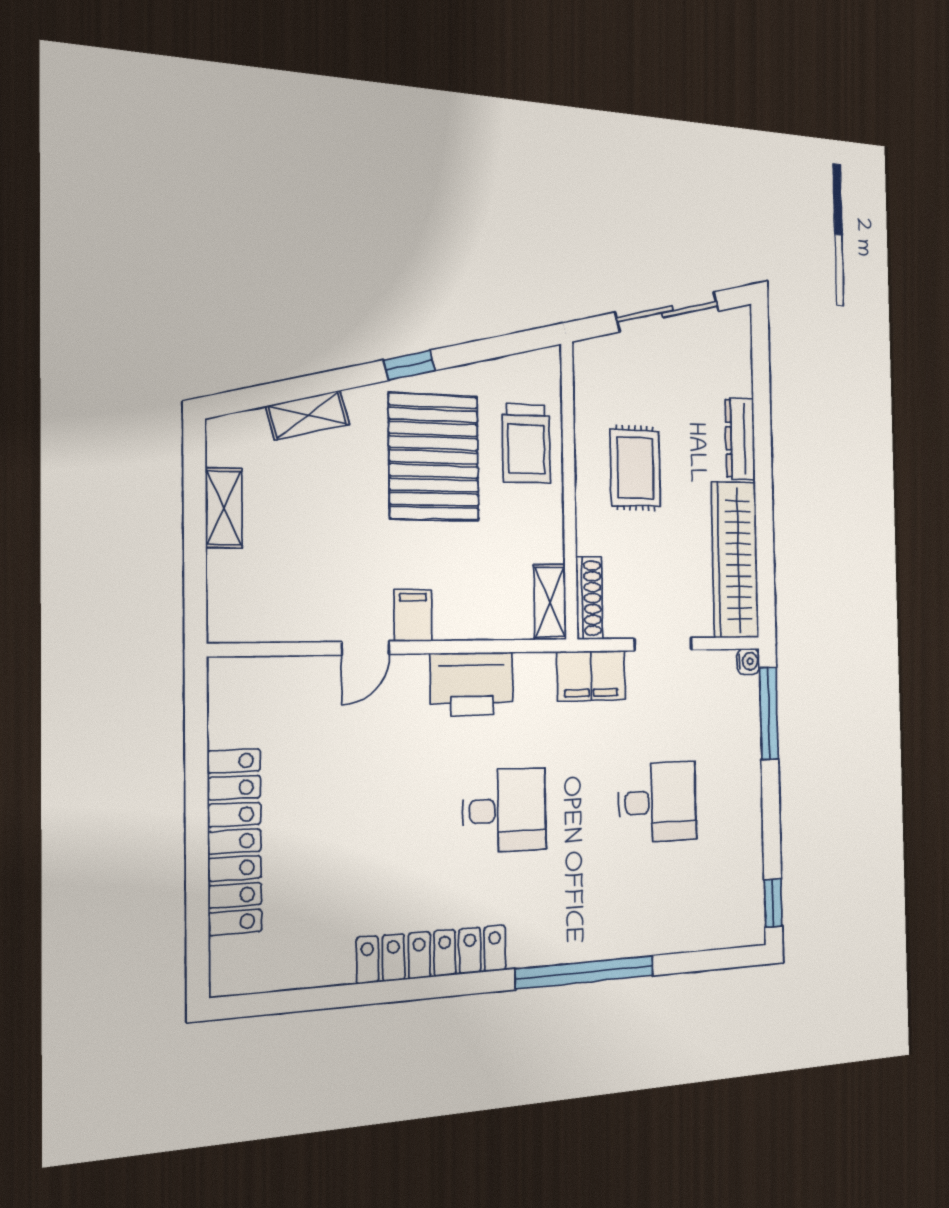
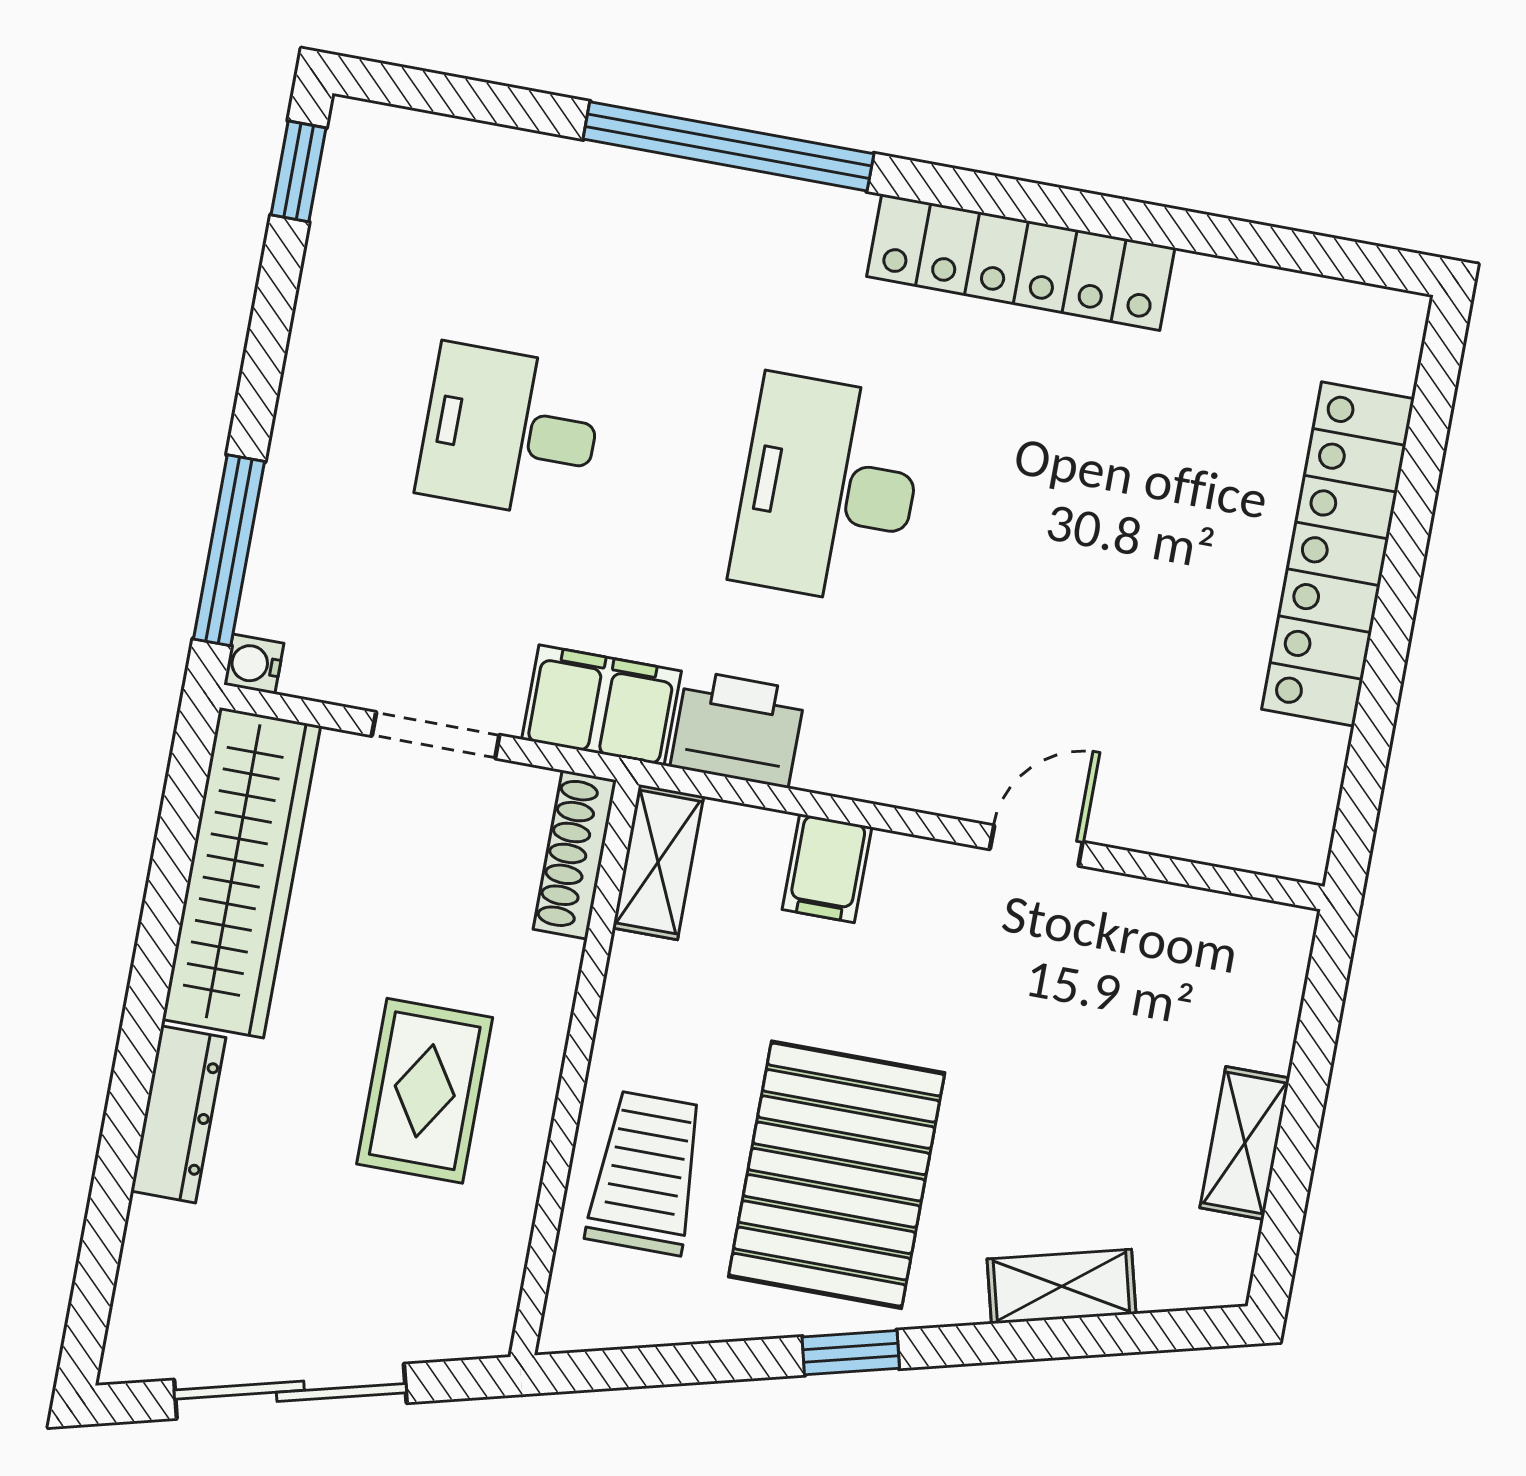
filing cabinet: (413, 615) -> (827, 868), moved
printer: (472, 684) -> (738, 729), moved, width x0.73, depth x0.84
desk: (505, 810) -> (828, 490), width x1.37

